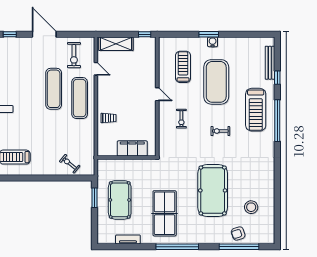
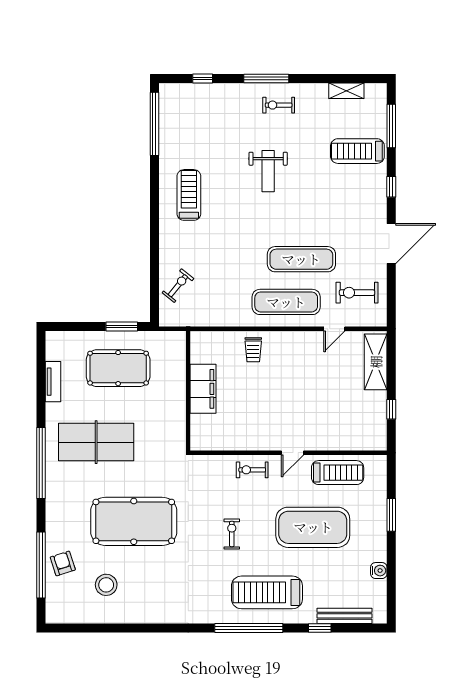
water cooler: (213, 42) -> (379, 571), moved
door: (157, 94) -> (292, 453), moved
wall: (157, 97) -> (289, 453), moved

